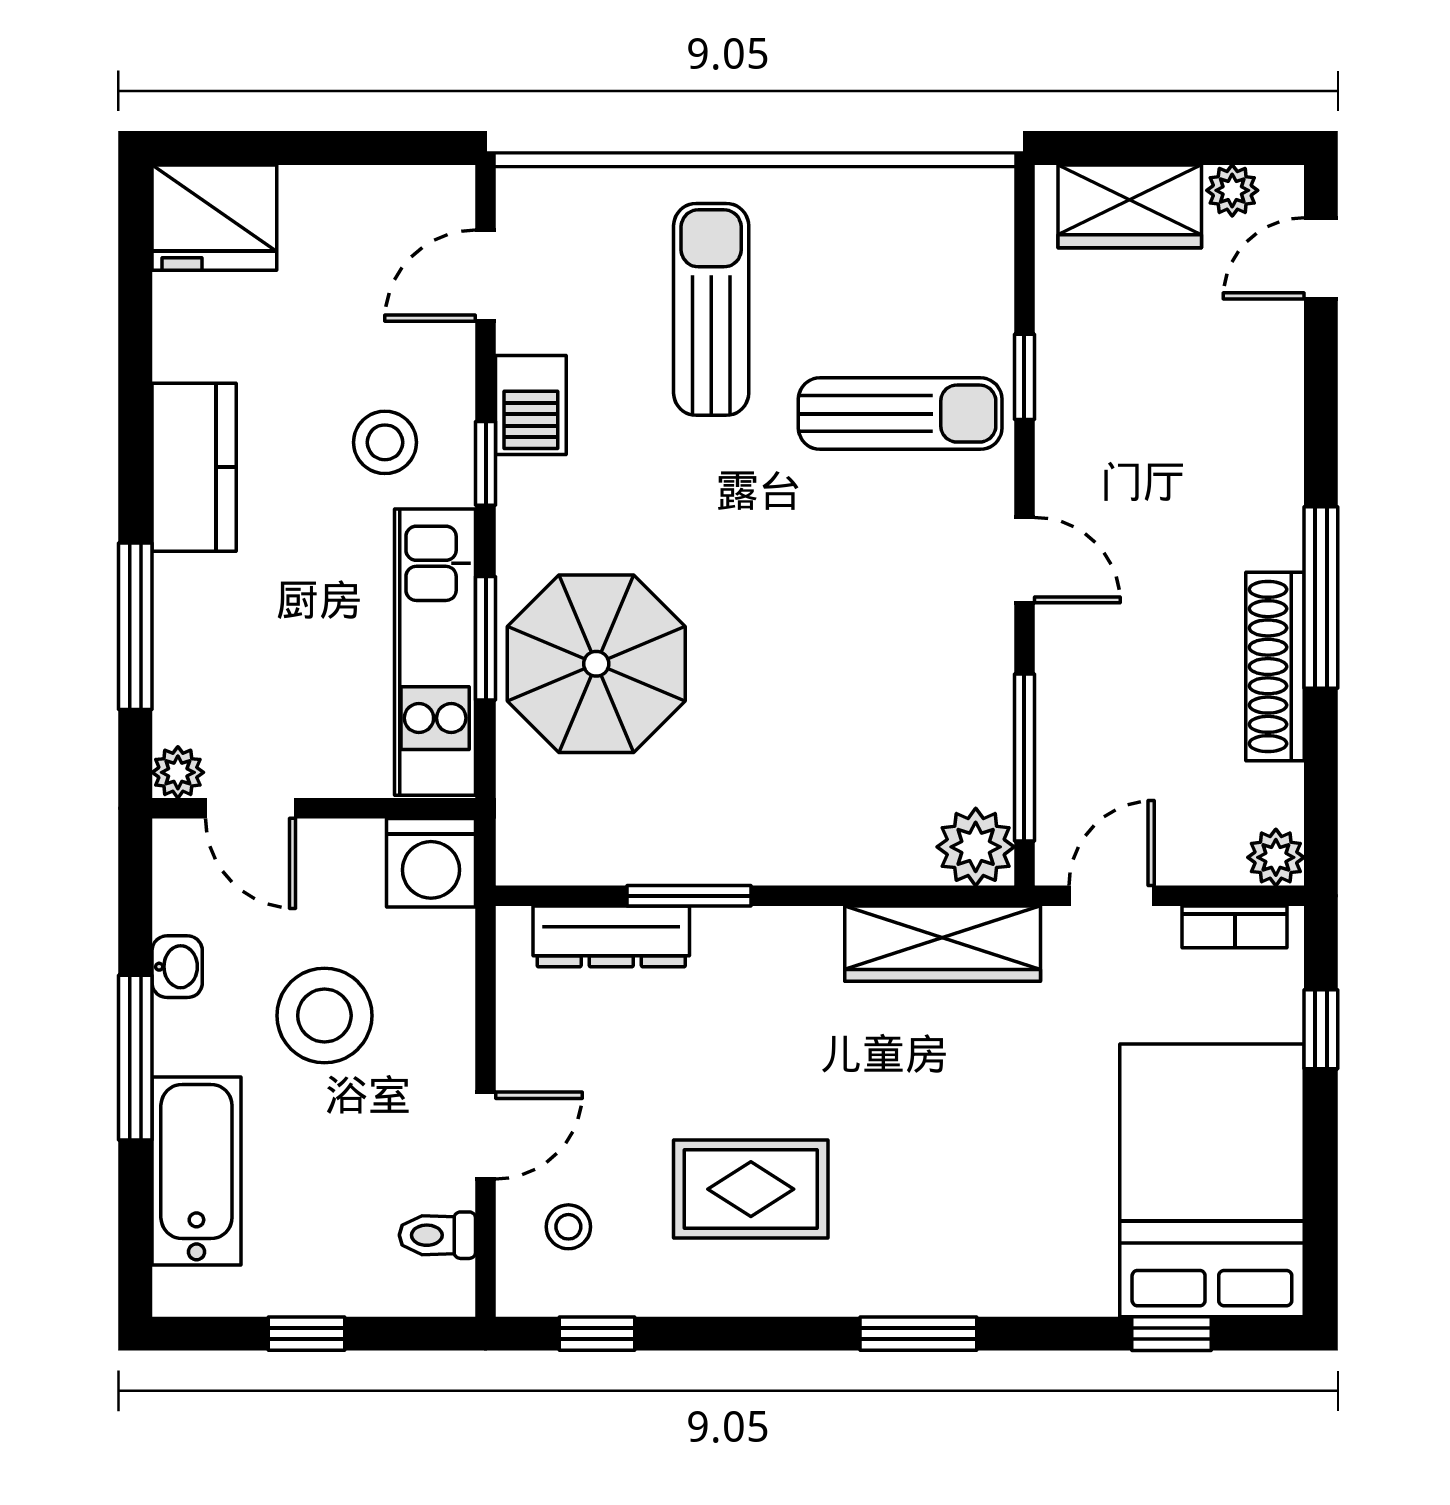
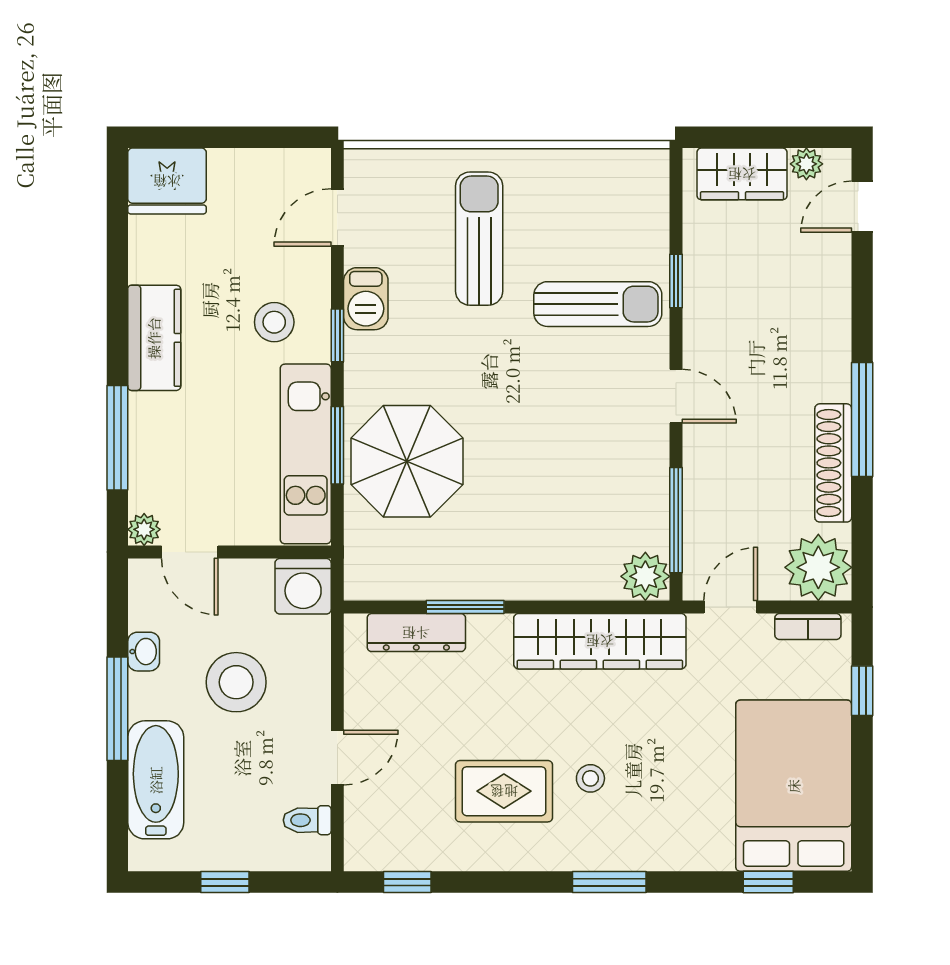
plant: (1276, 857) -> (818, 567), width x1.87, depth x1.87
wardrobe: (943, 944) -> (600, 641), width x1.40, depth x1.17
stool: (568, 1227) -> (590, 778), moved

